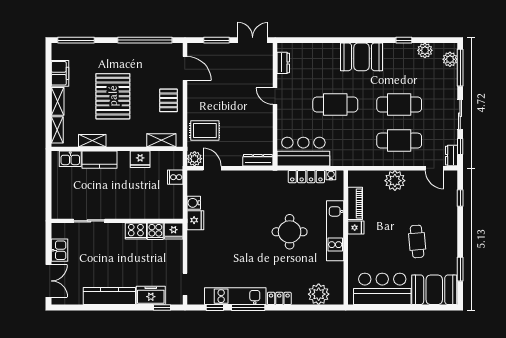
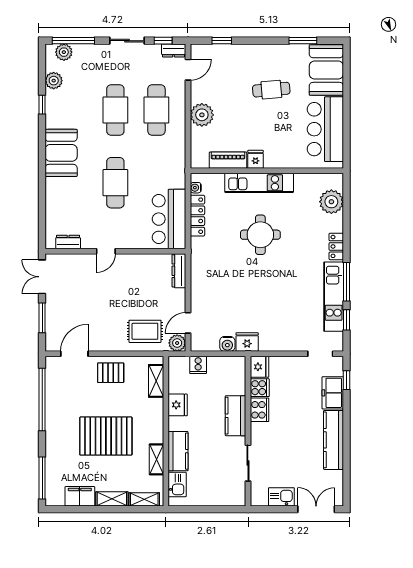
rug: (205, 130) -> (145, 331), turned 90
kitchen counter: (131, 210) -> (236, 416), added

